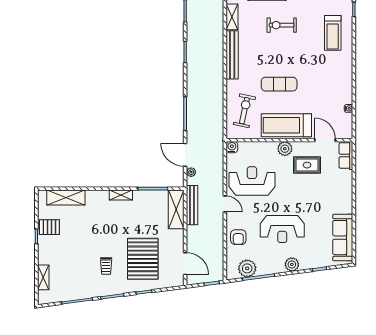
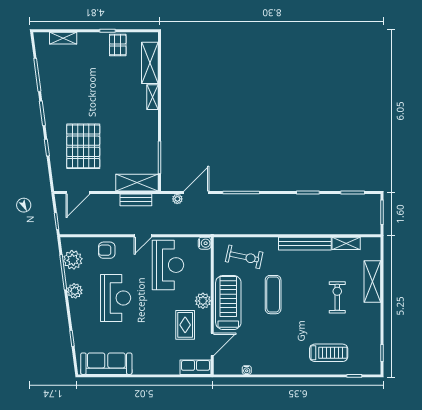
treadmill: (333, 33) -> (329, 353), turned 180
shelving: (121, 195) -> (153, 97), moved
bench: (192, 205) -> (136, 200), width x0.73
reception desk: (282, 229) -> (116, 298), turned 180
pallet: (143, 259) -> (83, 146), turned 90
plant: (292, 264) -> (75, 291), moved
trolley: (106, 266) -> (75, 107), removed

